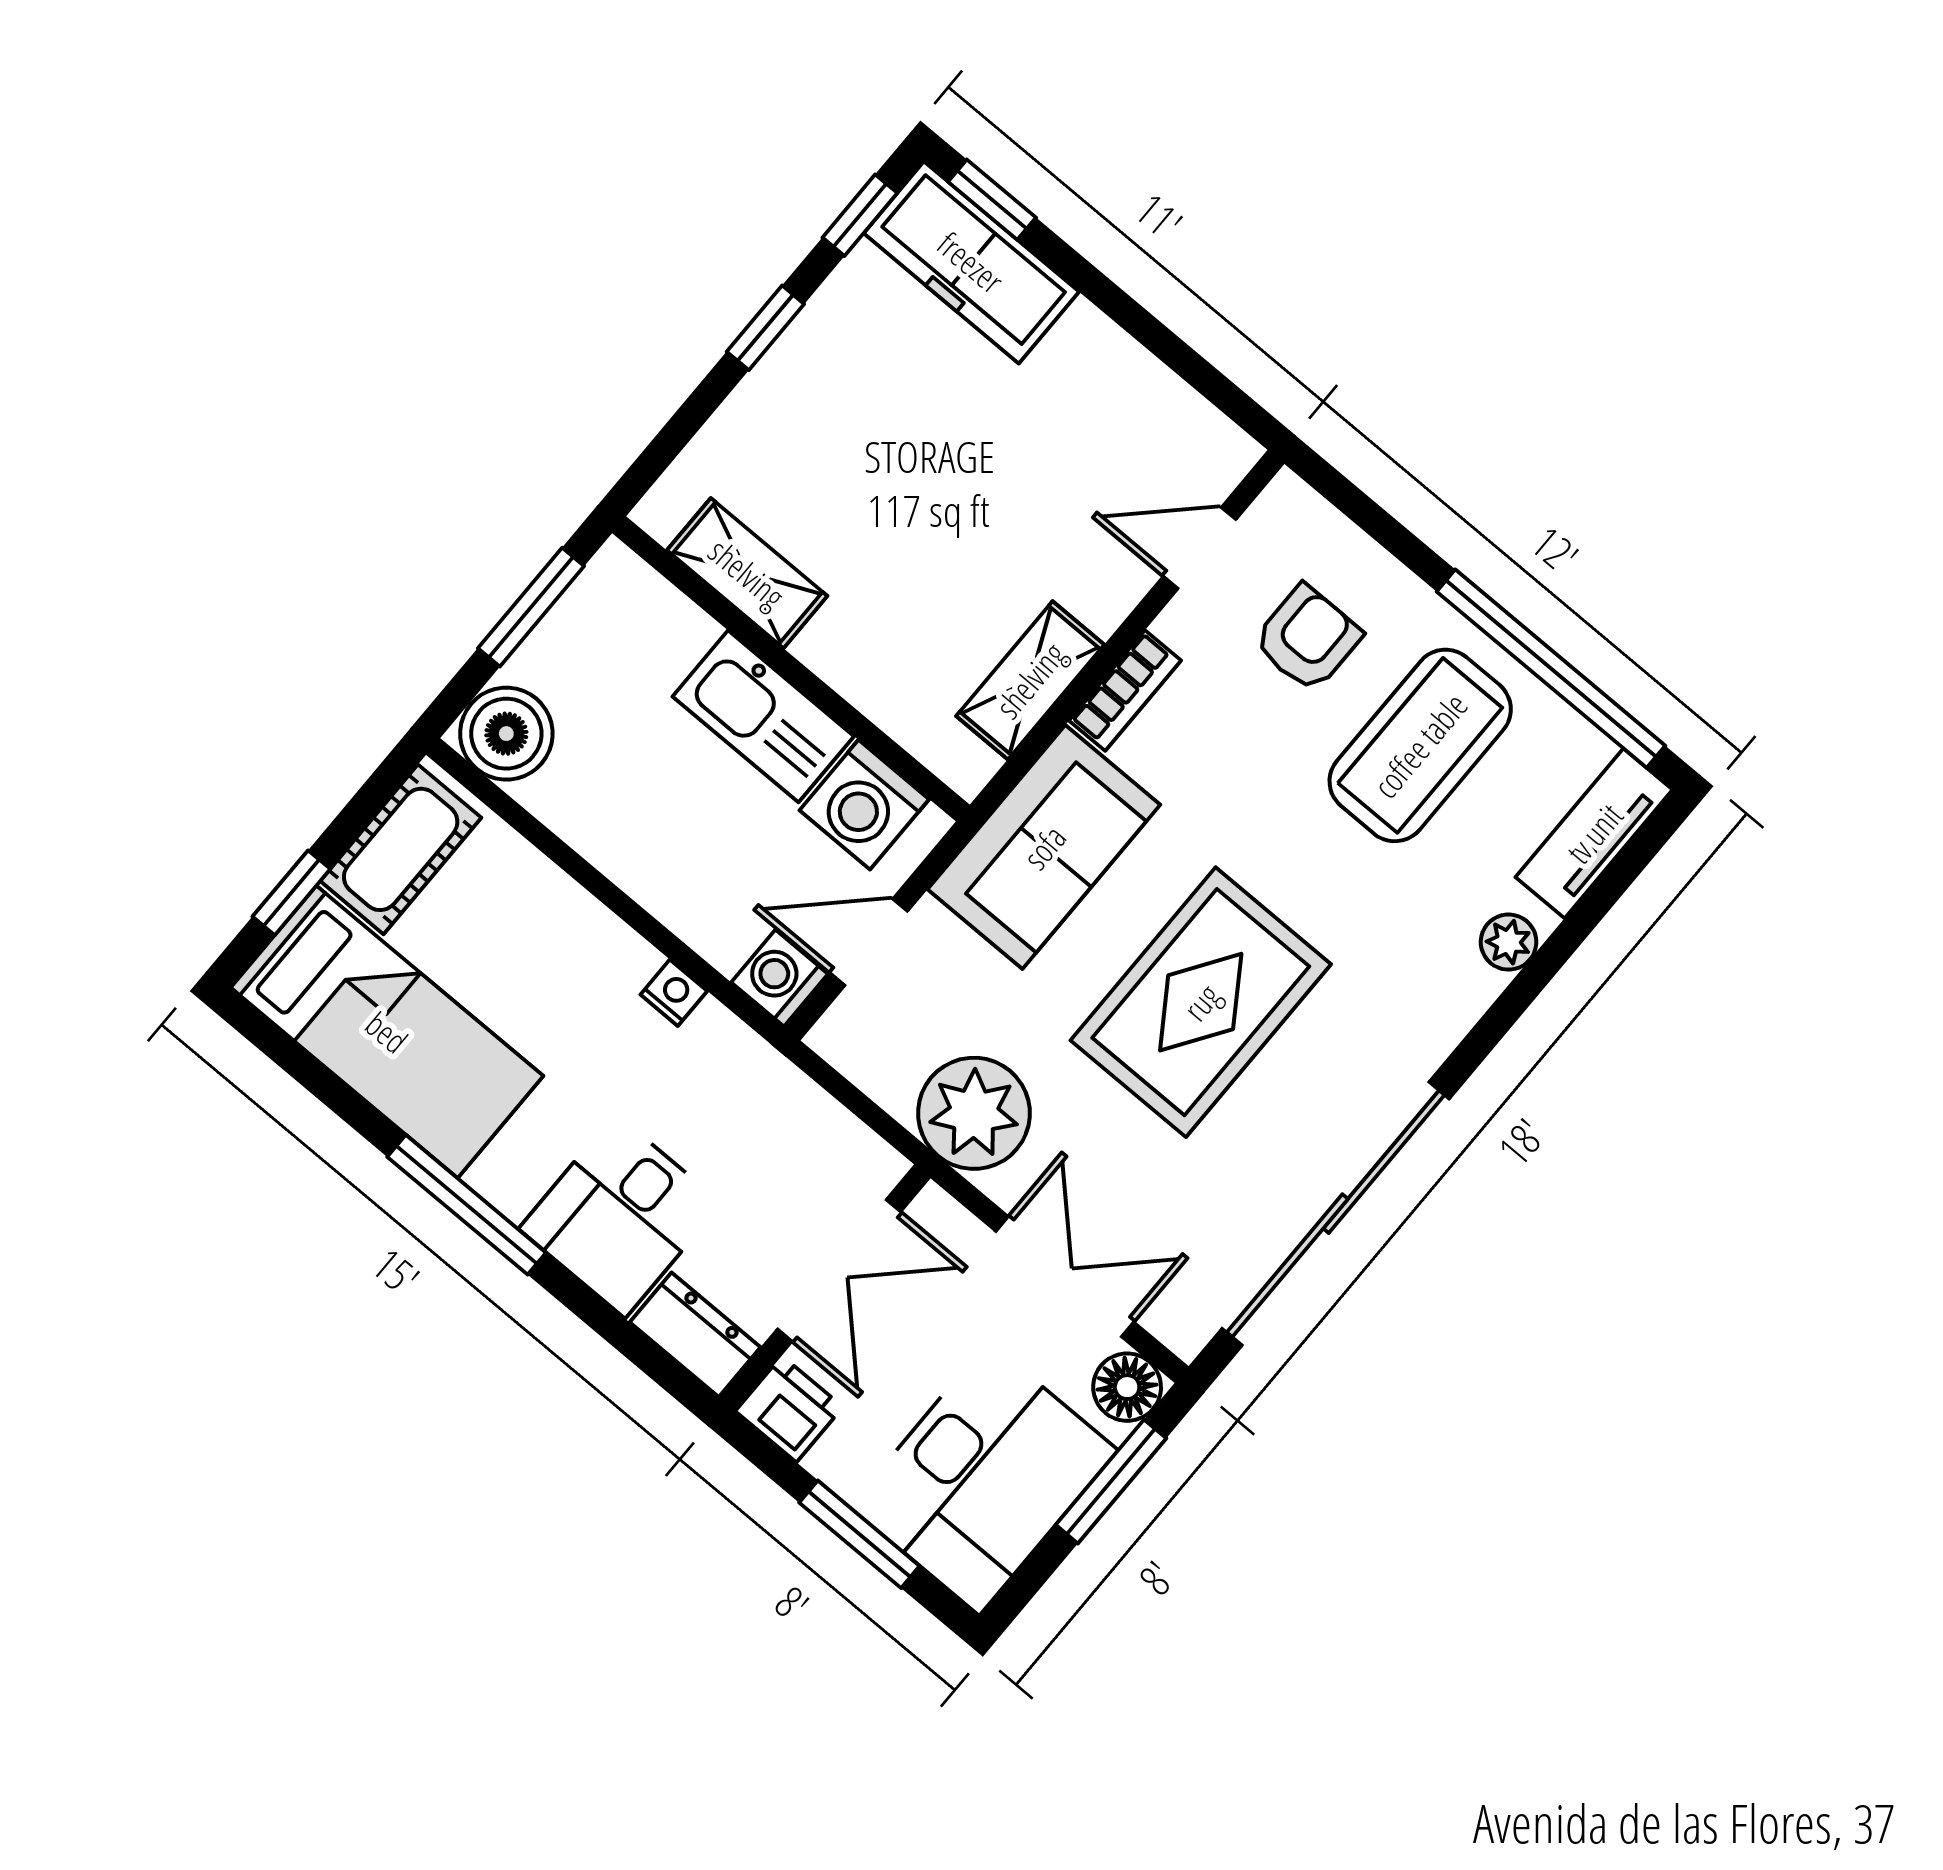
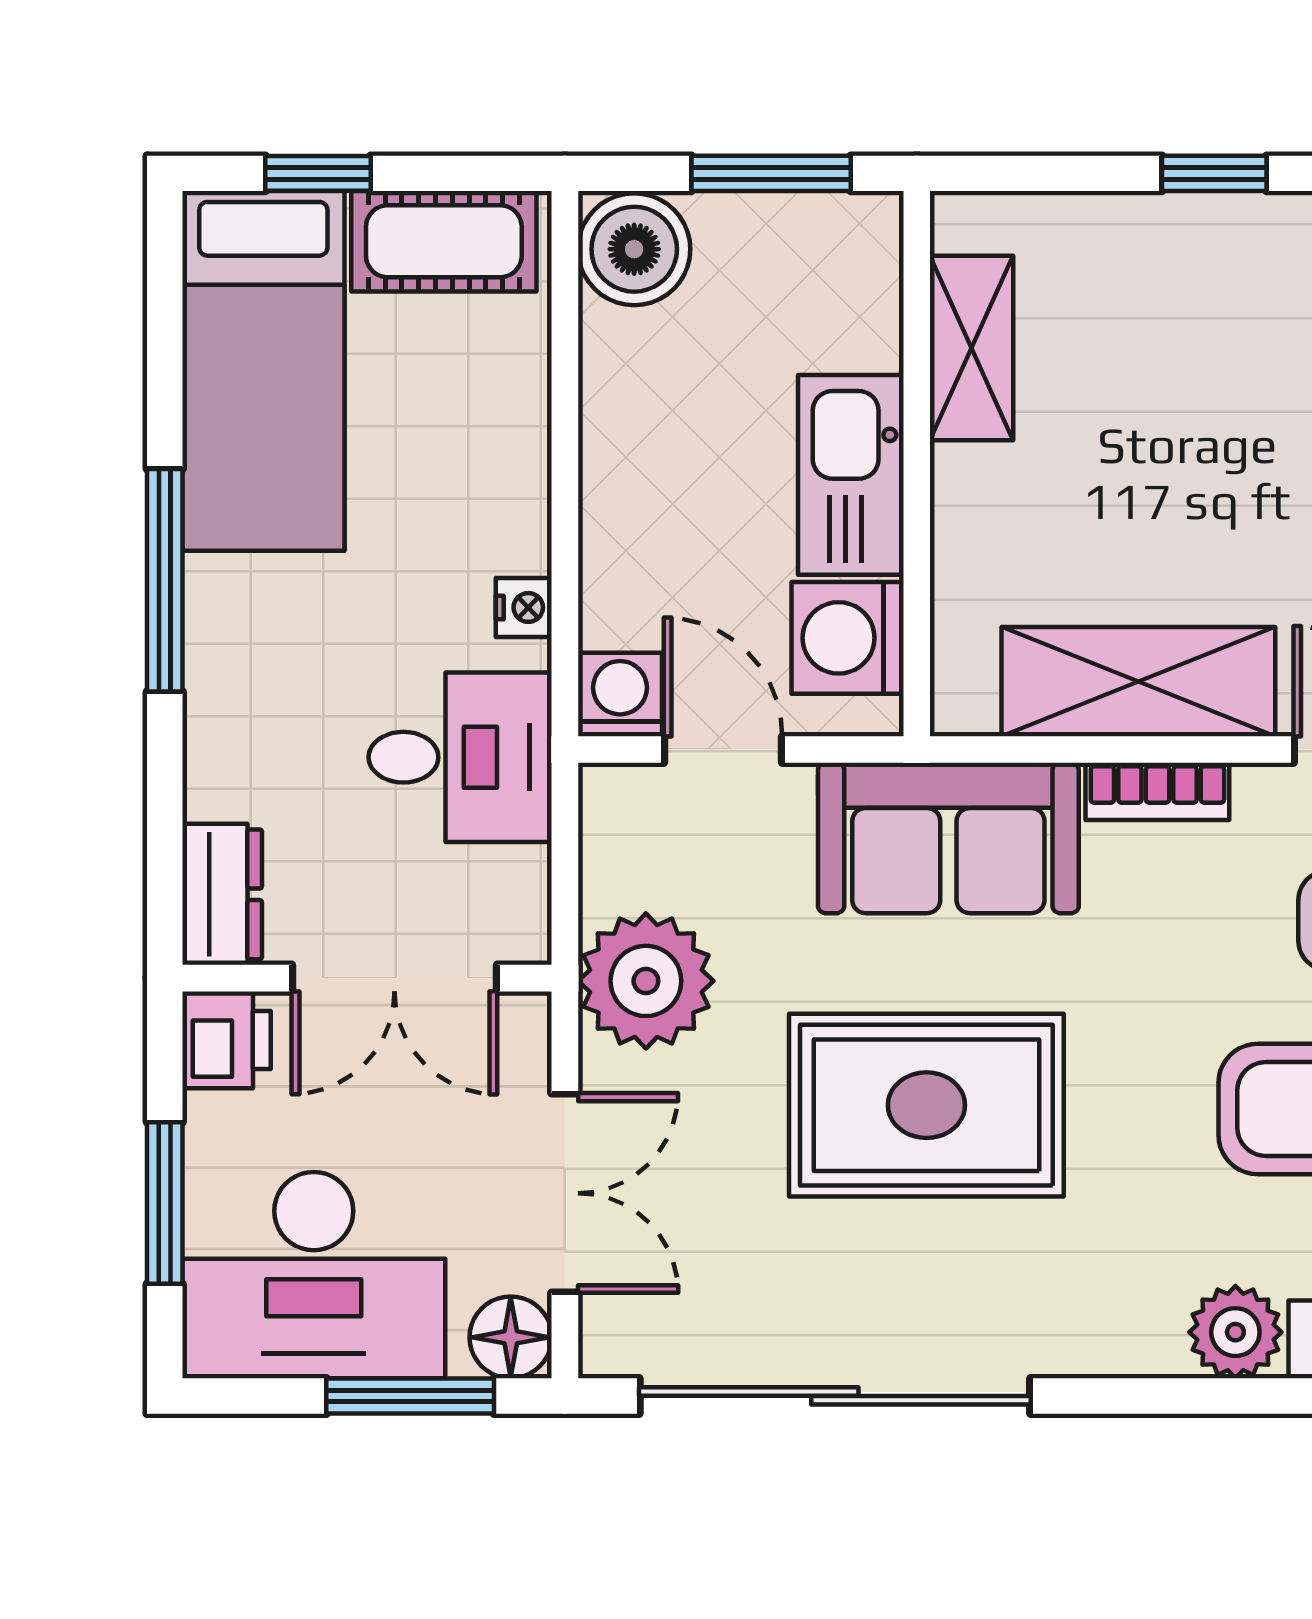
shelving: (1030, 680) -> (1138, 682), width x1.50, depth x1.33
plant: (1509, 942) -> (1235, 1332), width x1.38, depth x1.38
desk: (620, 1216) -> (460, 757), moved, turned 180

